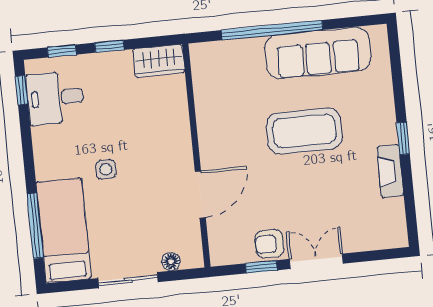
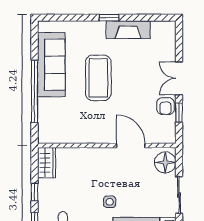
fireplace: (390, 171) -> (128, 30), width x1.37, depth x1.32
floor lamp: (171, 262) -> (165, 162), width x1.89, depth x1.89

